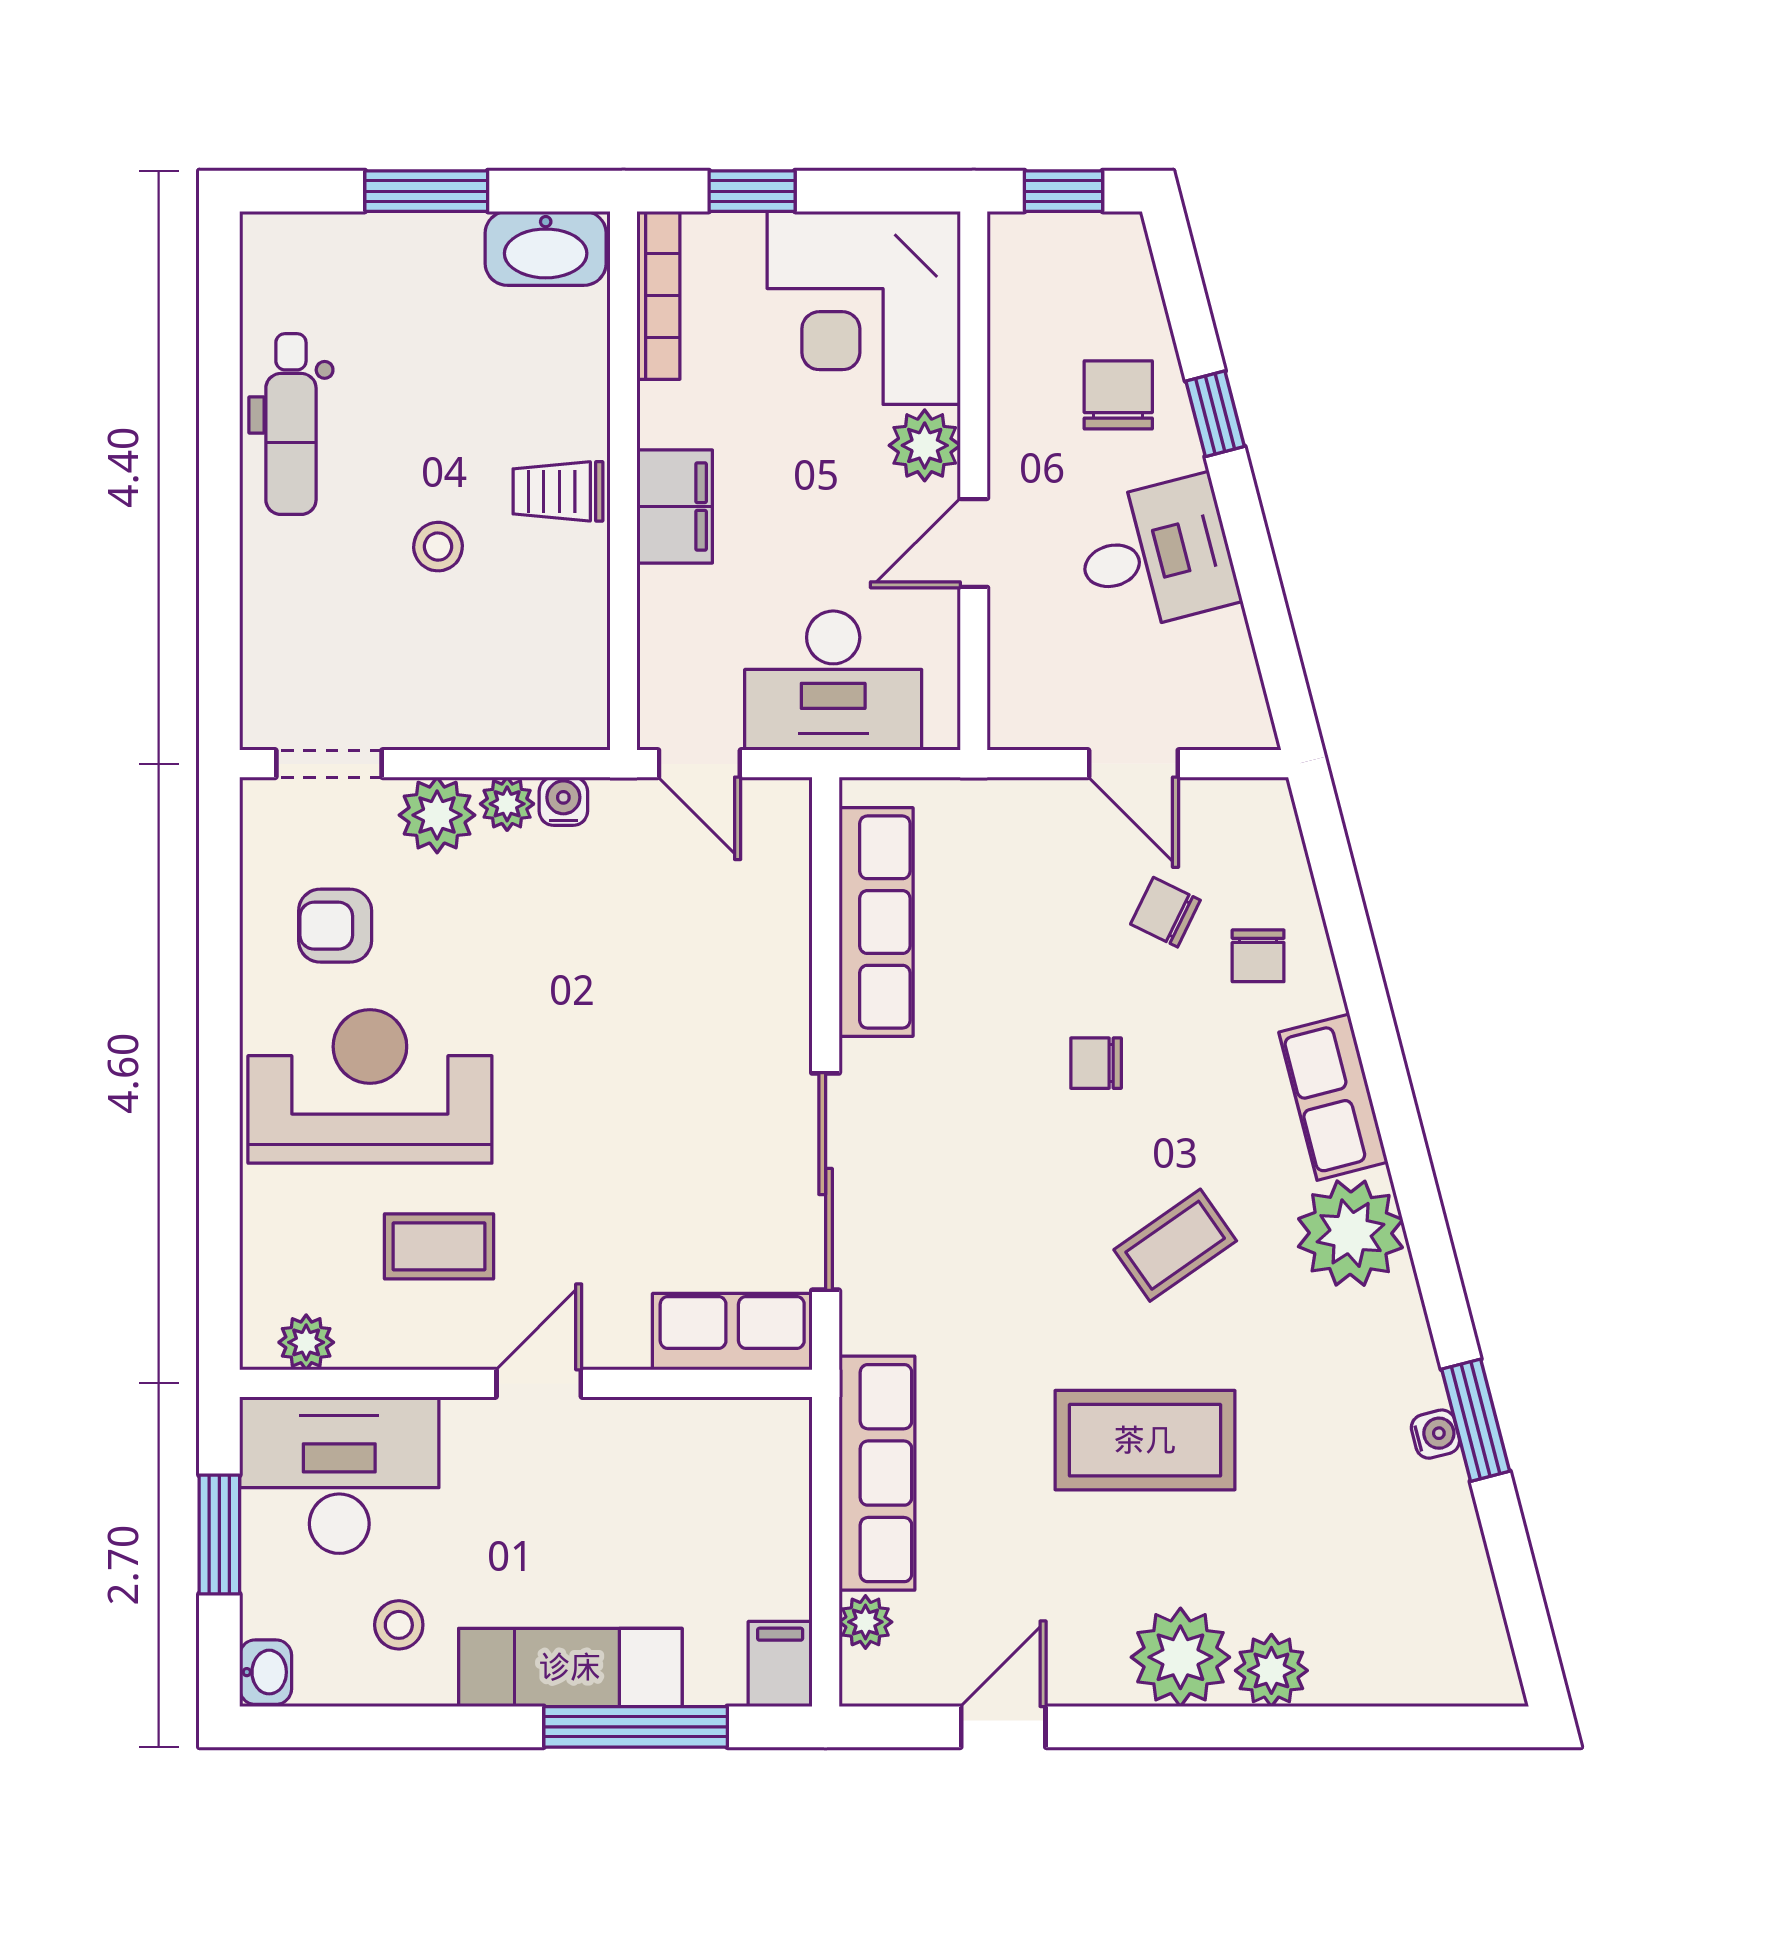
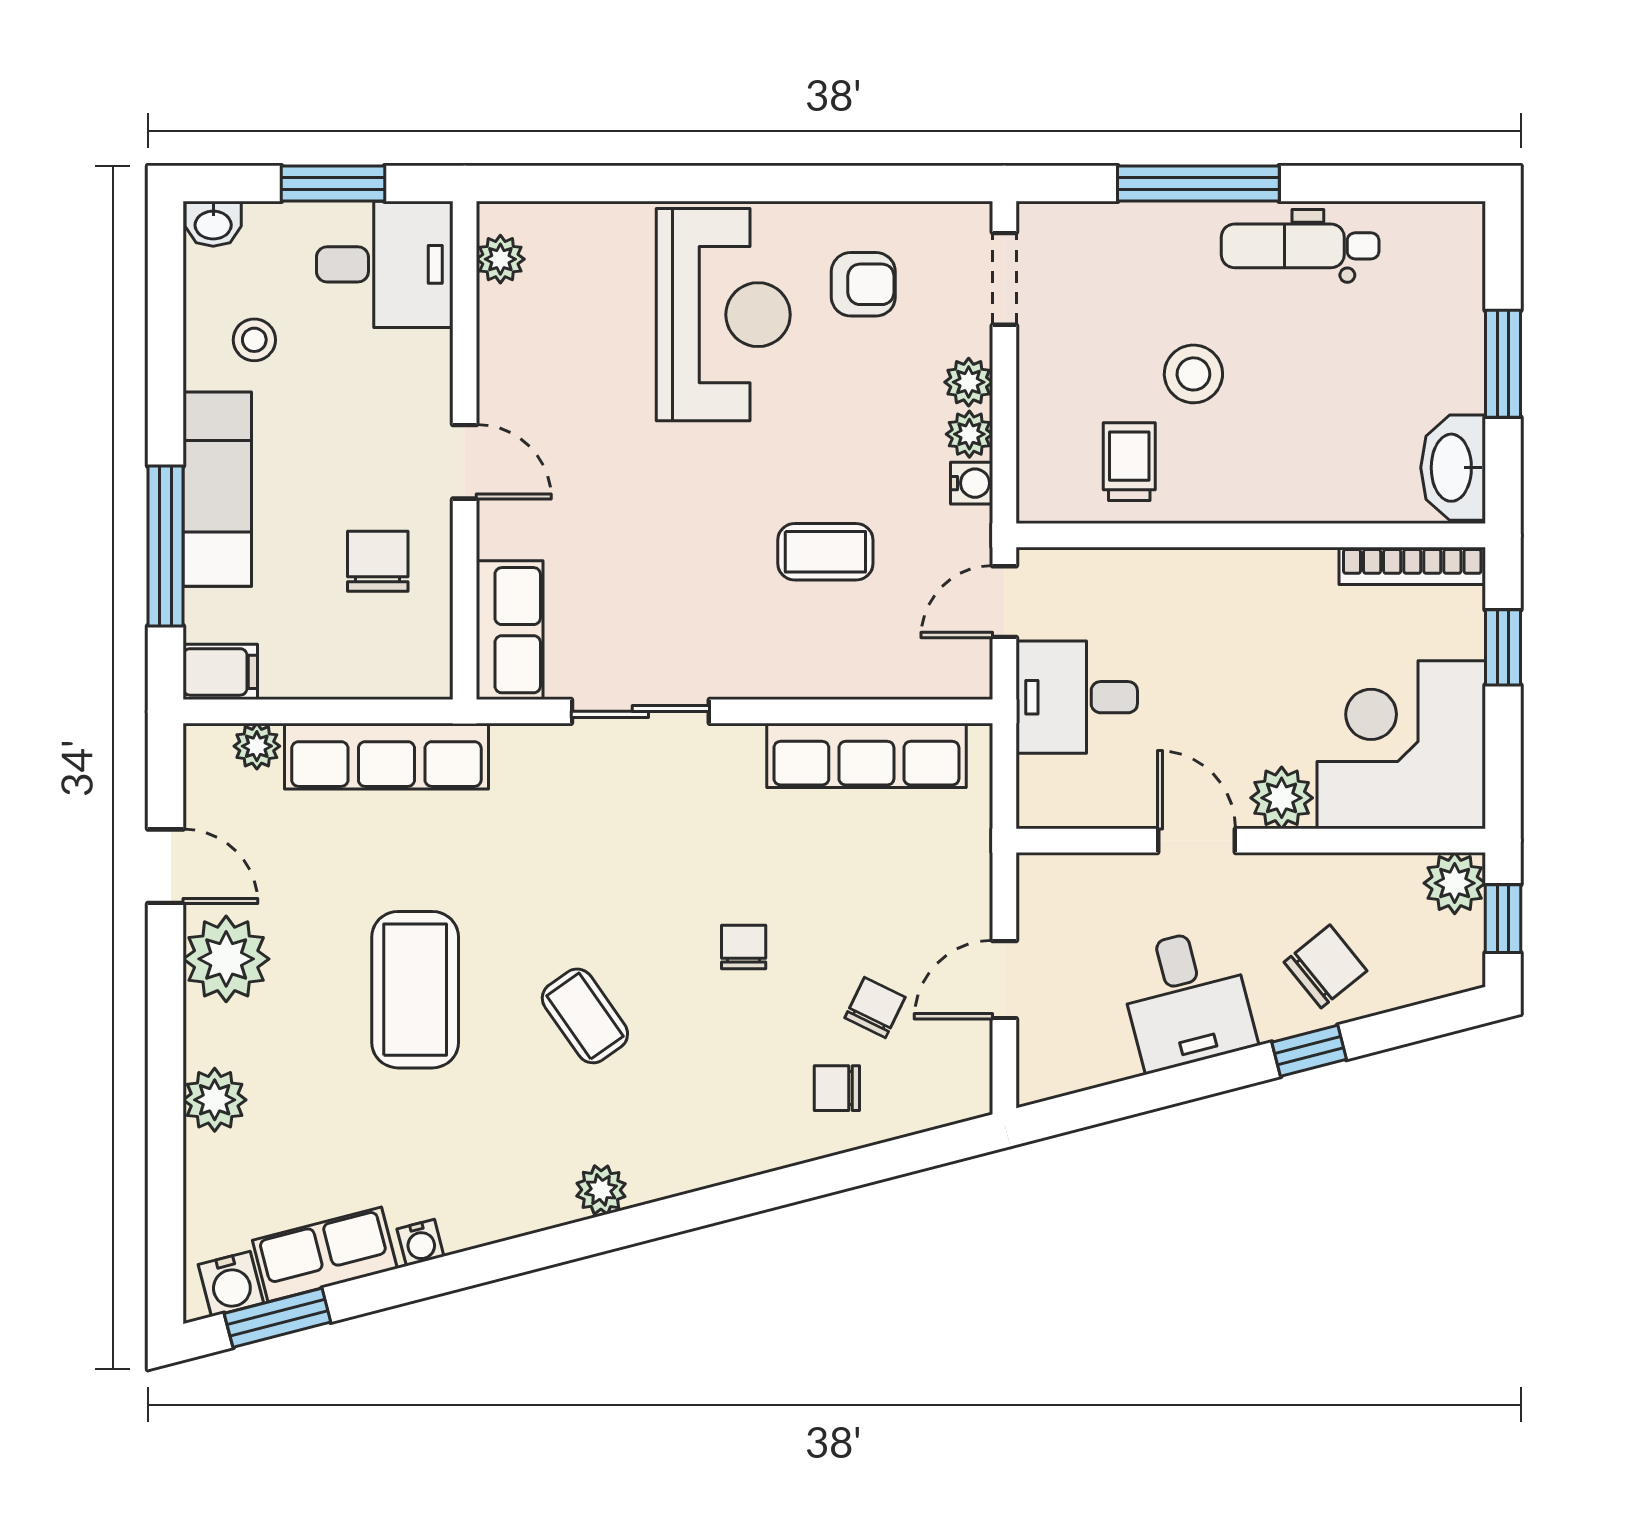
plant: (1023, 247) -> (1455, 883), added
chair: (1118, 395) -> (1326, 966), turned -39
trolley: (558, 491) -> (1129, 462), moved
filing cabinet: (675, 506) -> (1228, 580), removed
window: (219, 541) -> (1198, 183), added
stool: (438, 547) -> (1193, 374), width x1.37, depth x1.37
desk: (833, 681) -> (1077, 697), width x0.73
plant: (437, 815) -> (969, 382), width x0.73, depth x0.73
armchair: (335, 926) -> (863, 284), turned 90
row of seats: (1333, 1097) -> (325, 1254), moved
sliding door: (826, 1182) -> (640, 711), width x0.73
plant: (1351, 1233) -> (601, 1190), width x0.53, depth x0.53
coffee table: (439, 1246) -> (825, 552), moved, turned 90
window: (1476, 1420) -> (277, 1318), moved
desk: (339, 1475) -> (385, 264), width x0.73
chair: (653, 1483) -> (378, 561), added
water cooler: (1483, 1652) -> (231, 1284), added
plant: (1180, 1657) -> (226, 959), moved

